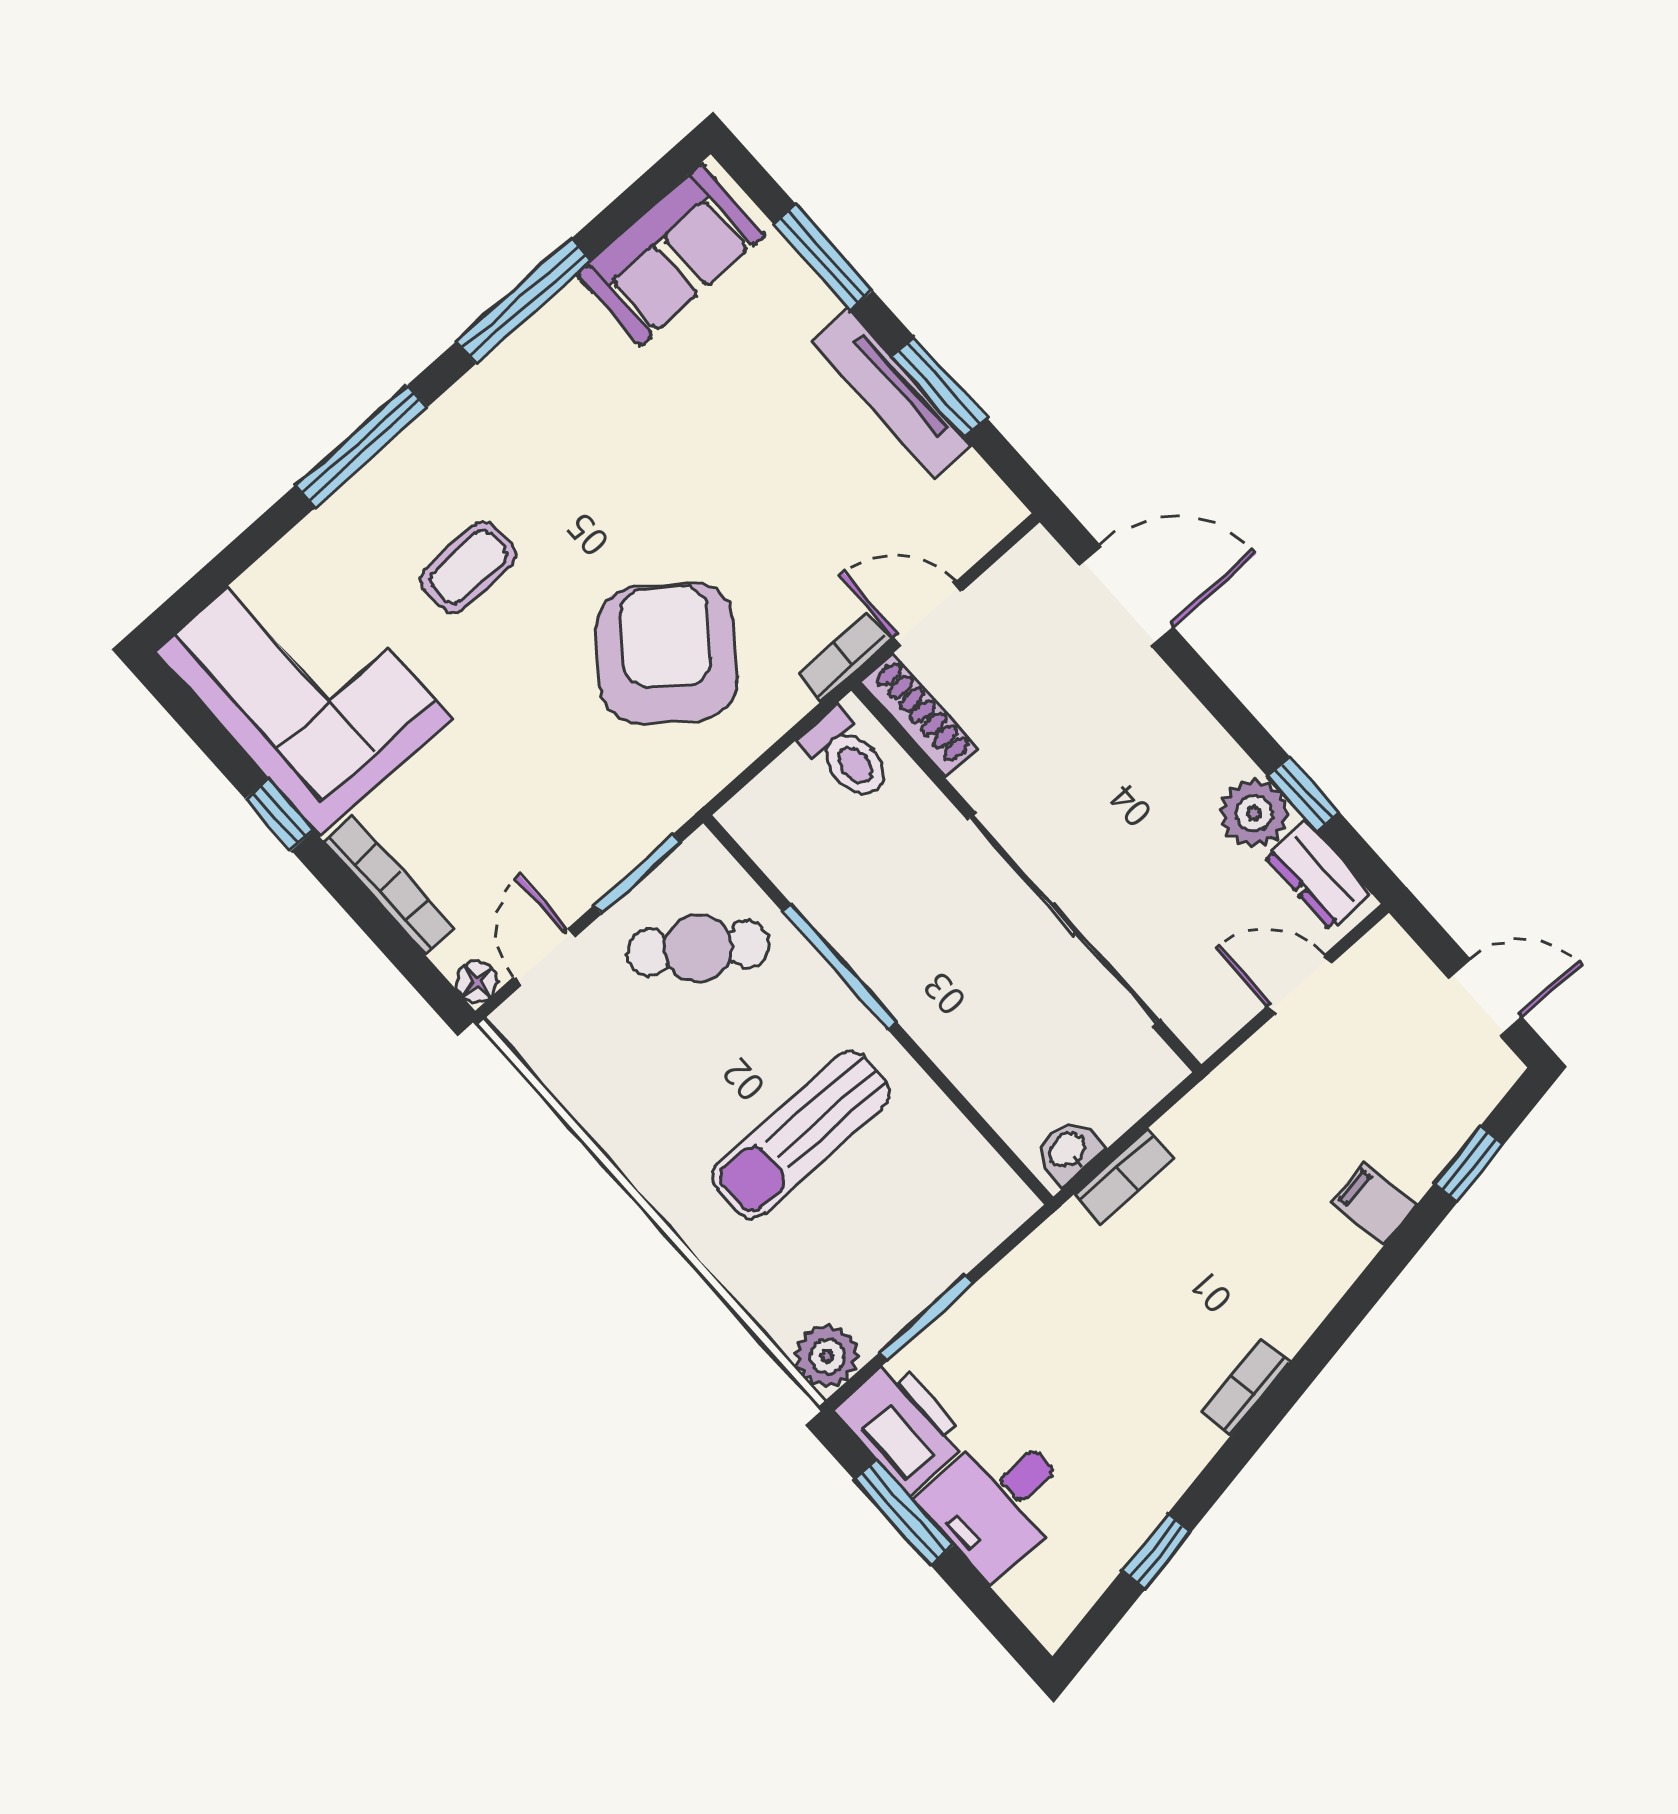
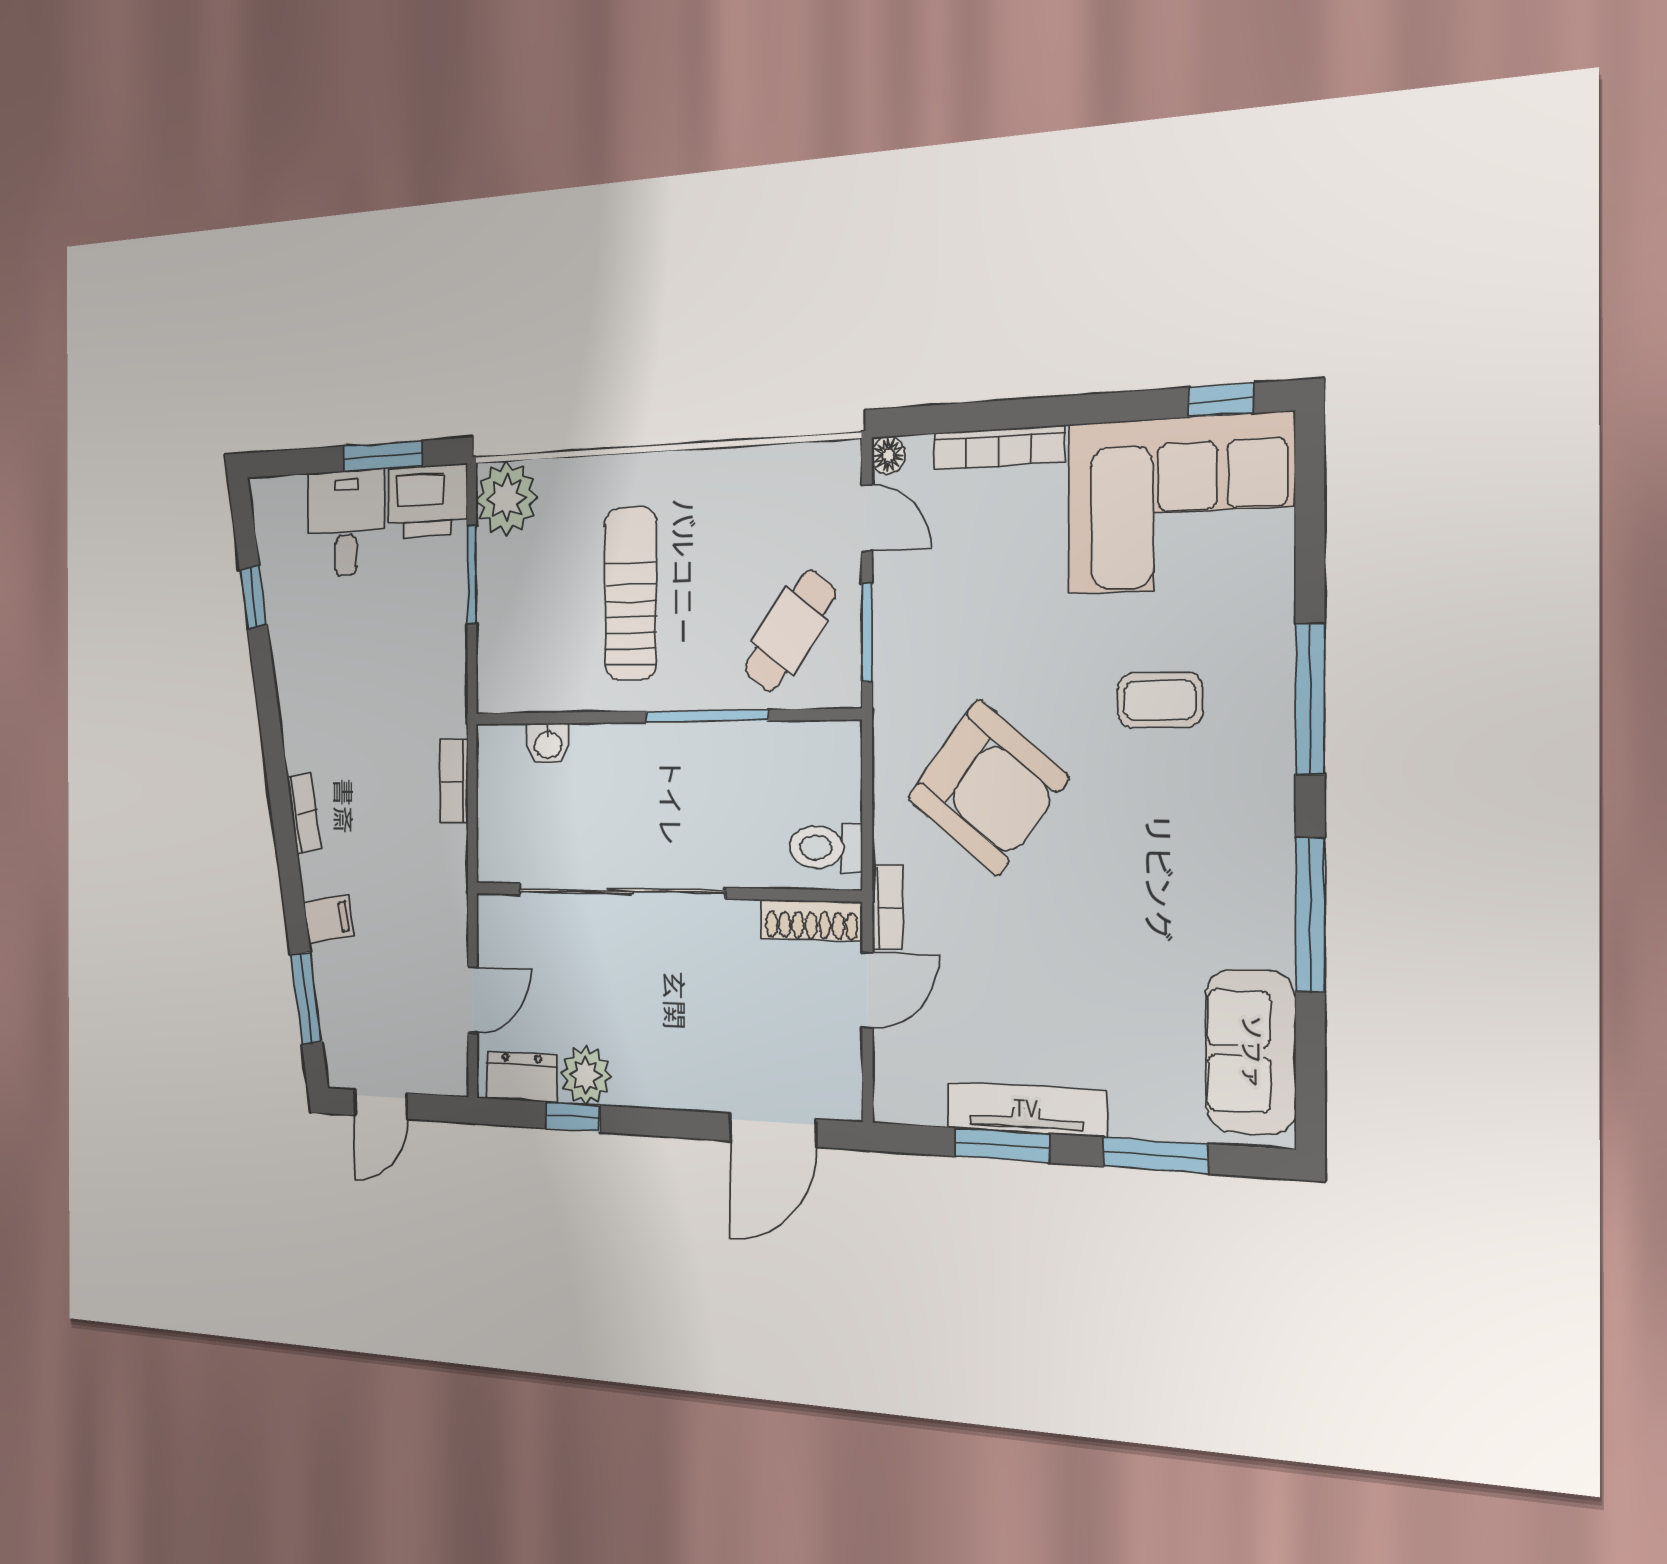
coffee table: (468, 567) -> (1160, 700), turned 90
window: (280, 815) -> (1221, 400), moved
washbasin: (1068, 1151) -> (548, 744), moved, turned 90
window: (1469, 1164) -> (306, 998), width x1.50
plant: (827, 1356) -> (507, 498), width x1.36, depth x1.36
bookcase: (1245, 1387) -> (304, 813), moved

